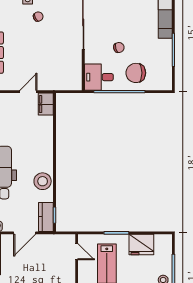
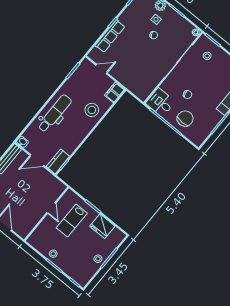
chair: (136, 73) -> (185, 119), turned 90
door: (28, 92) -> (102, 69), moved
stool: (43, 181) -> (92, 110), moved
door: (77, 252) -> (51, 208), moved

